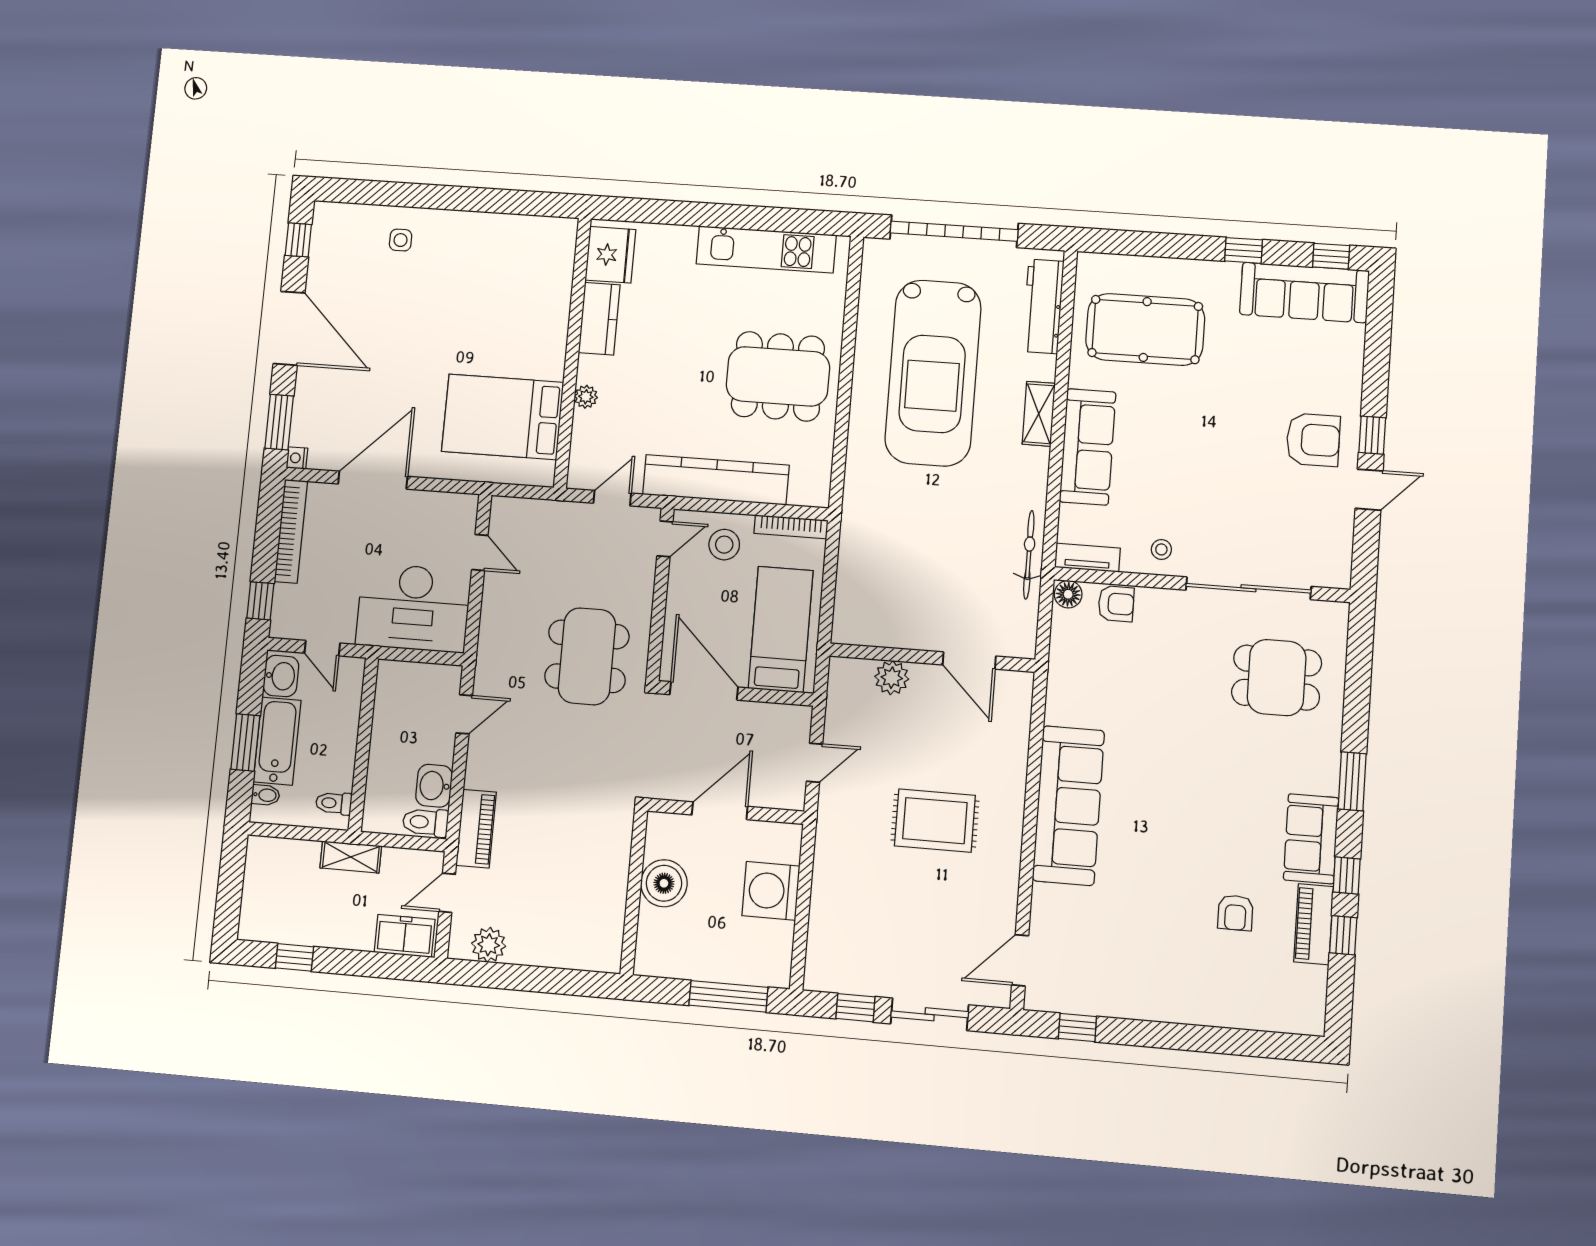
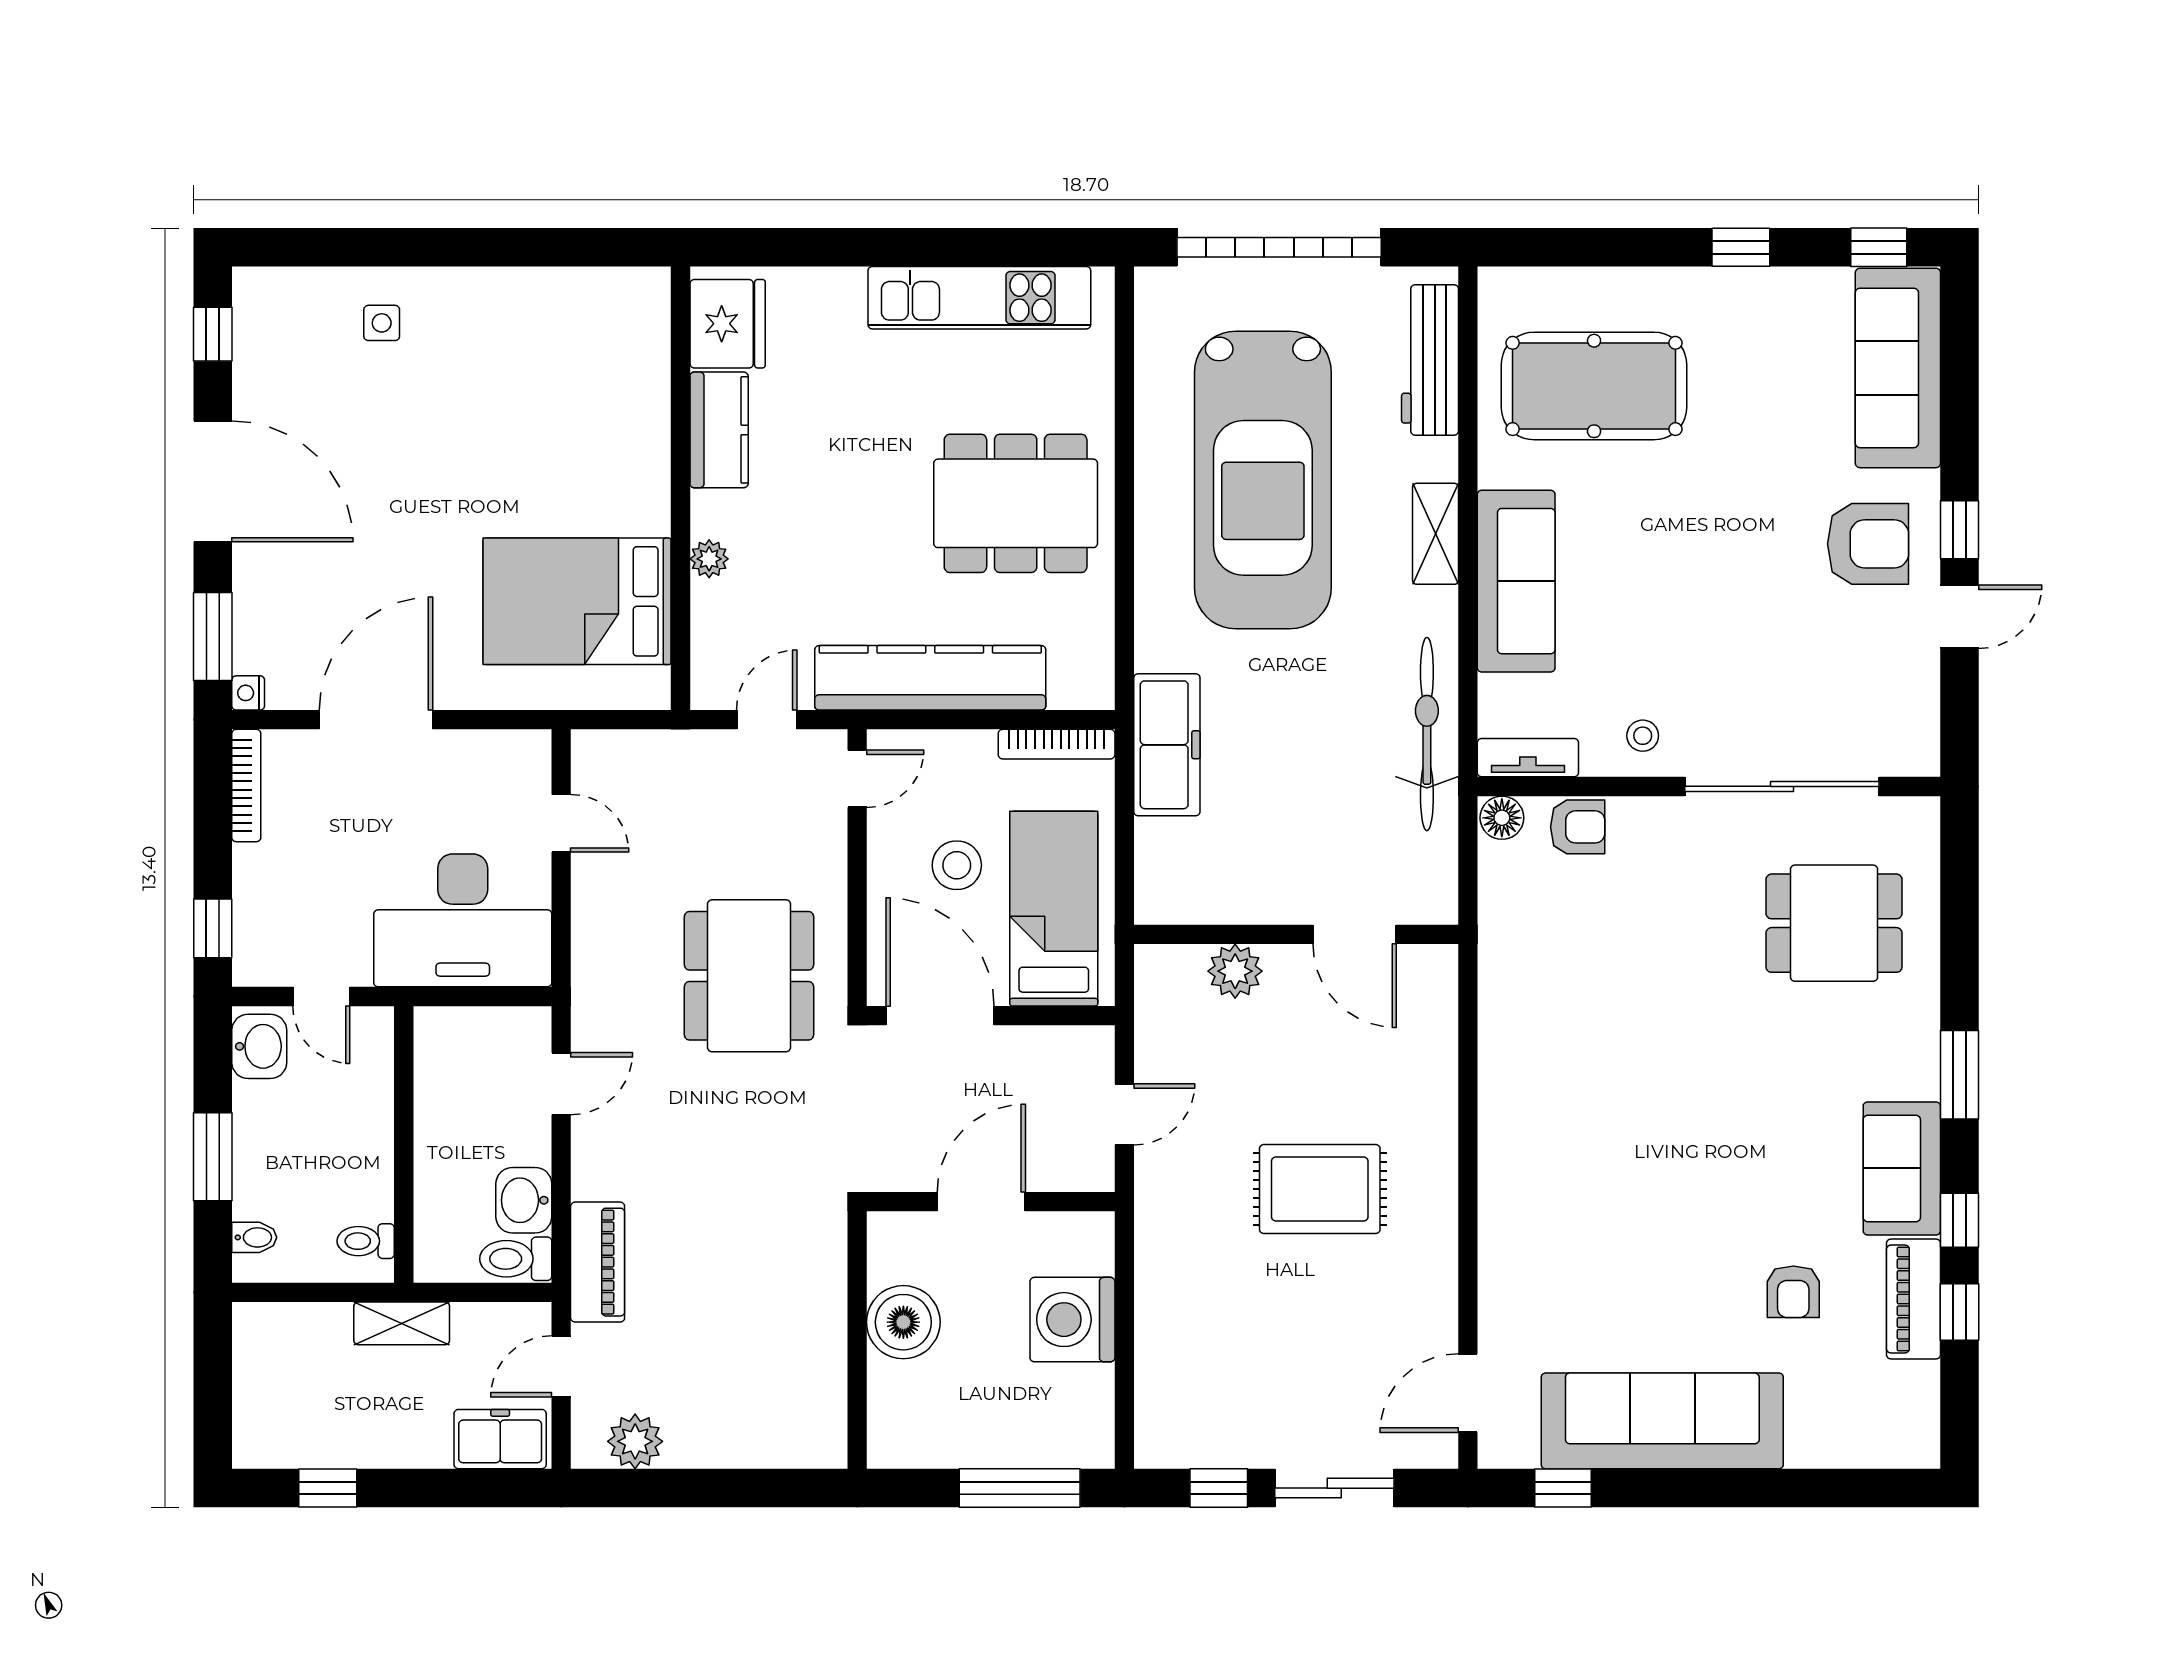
sofa: (1304, 293) -> (1898, 368), moved, turned 90
bookcase: (291, 531) -> (246, 786), width x0.68, depth x0.76
freezer: (860, 532) -> (1167, 745), added
stool: (724, 545) -> (957, 865), moved
bicycle: (1029, 555) -> (1427, 734), width x1.37, depth x1.40
bathtub: (277, 741) -> (264, 1150), removed
sofa: (1068, 805) -> (1662, 1421), moved, turned -90

